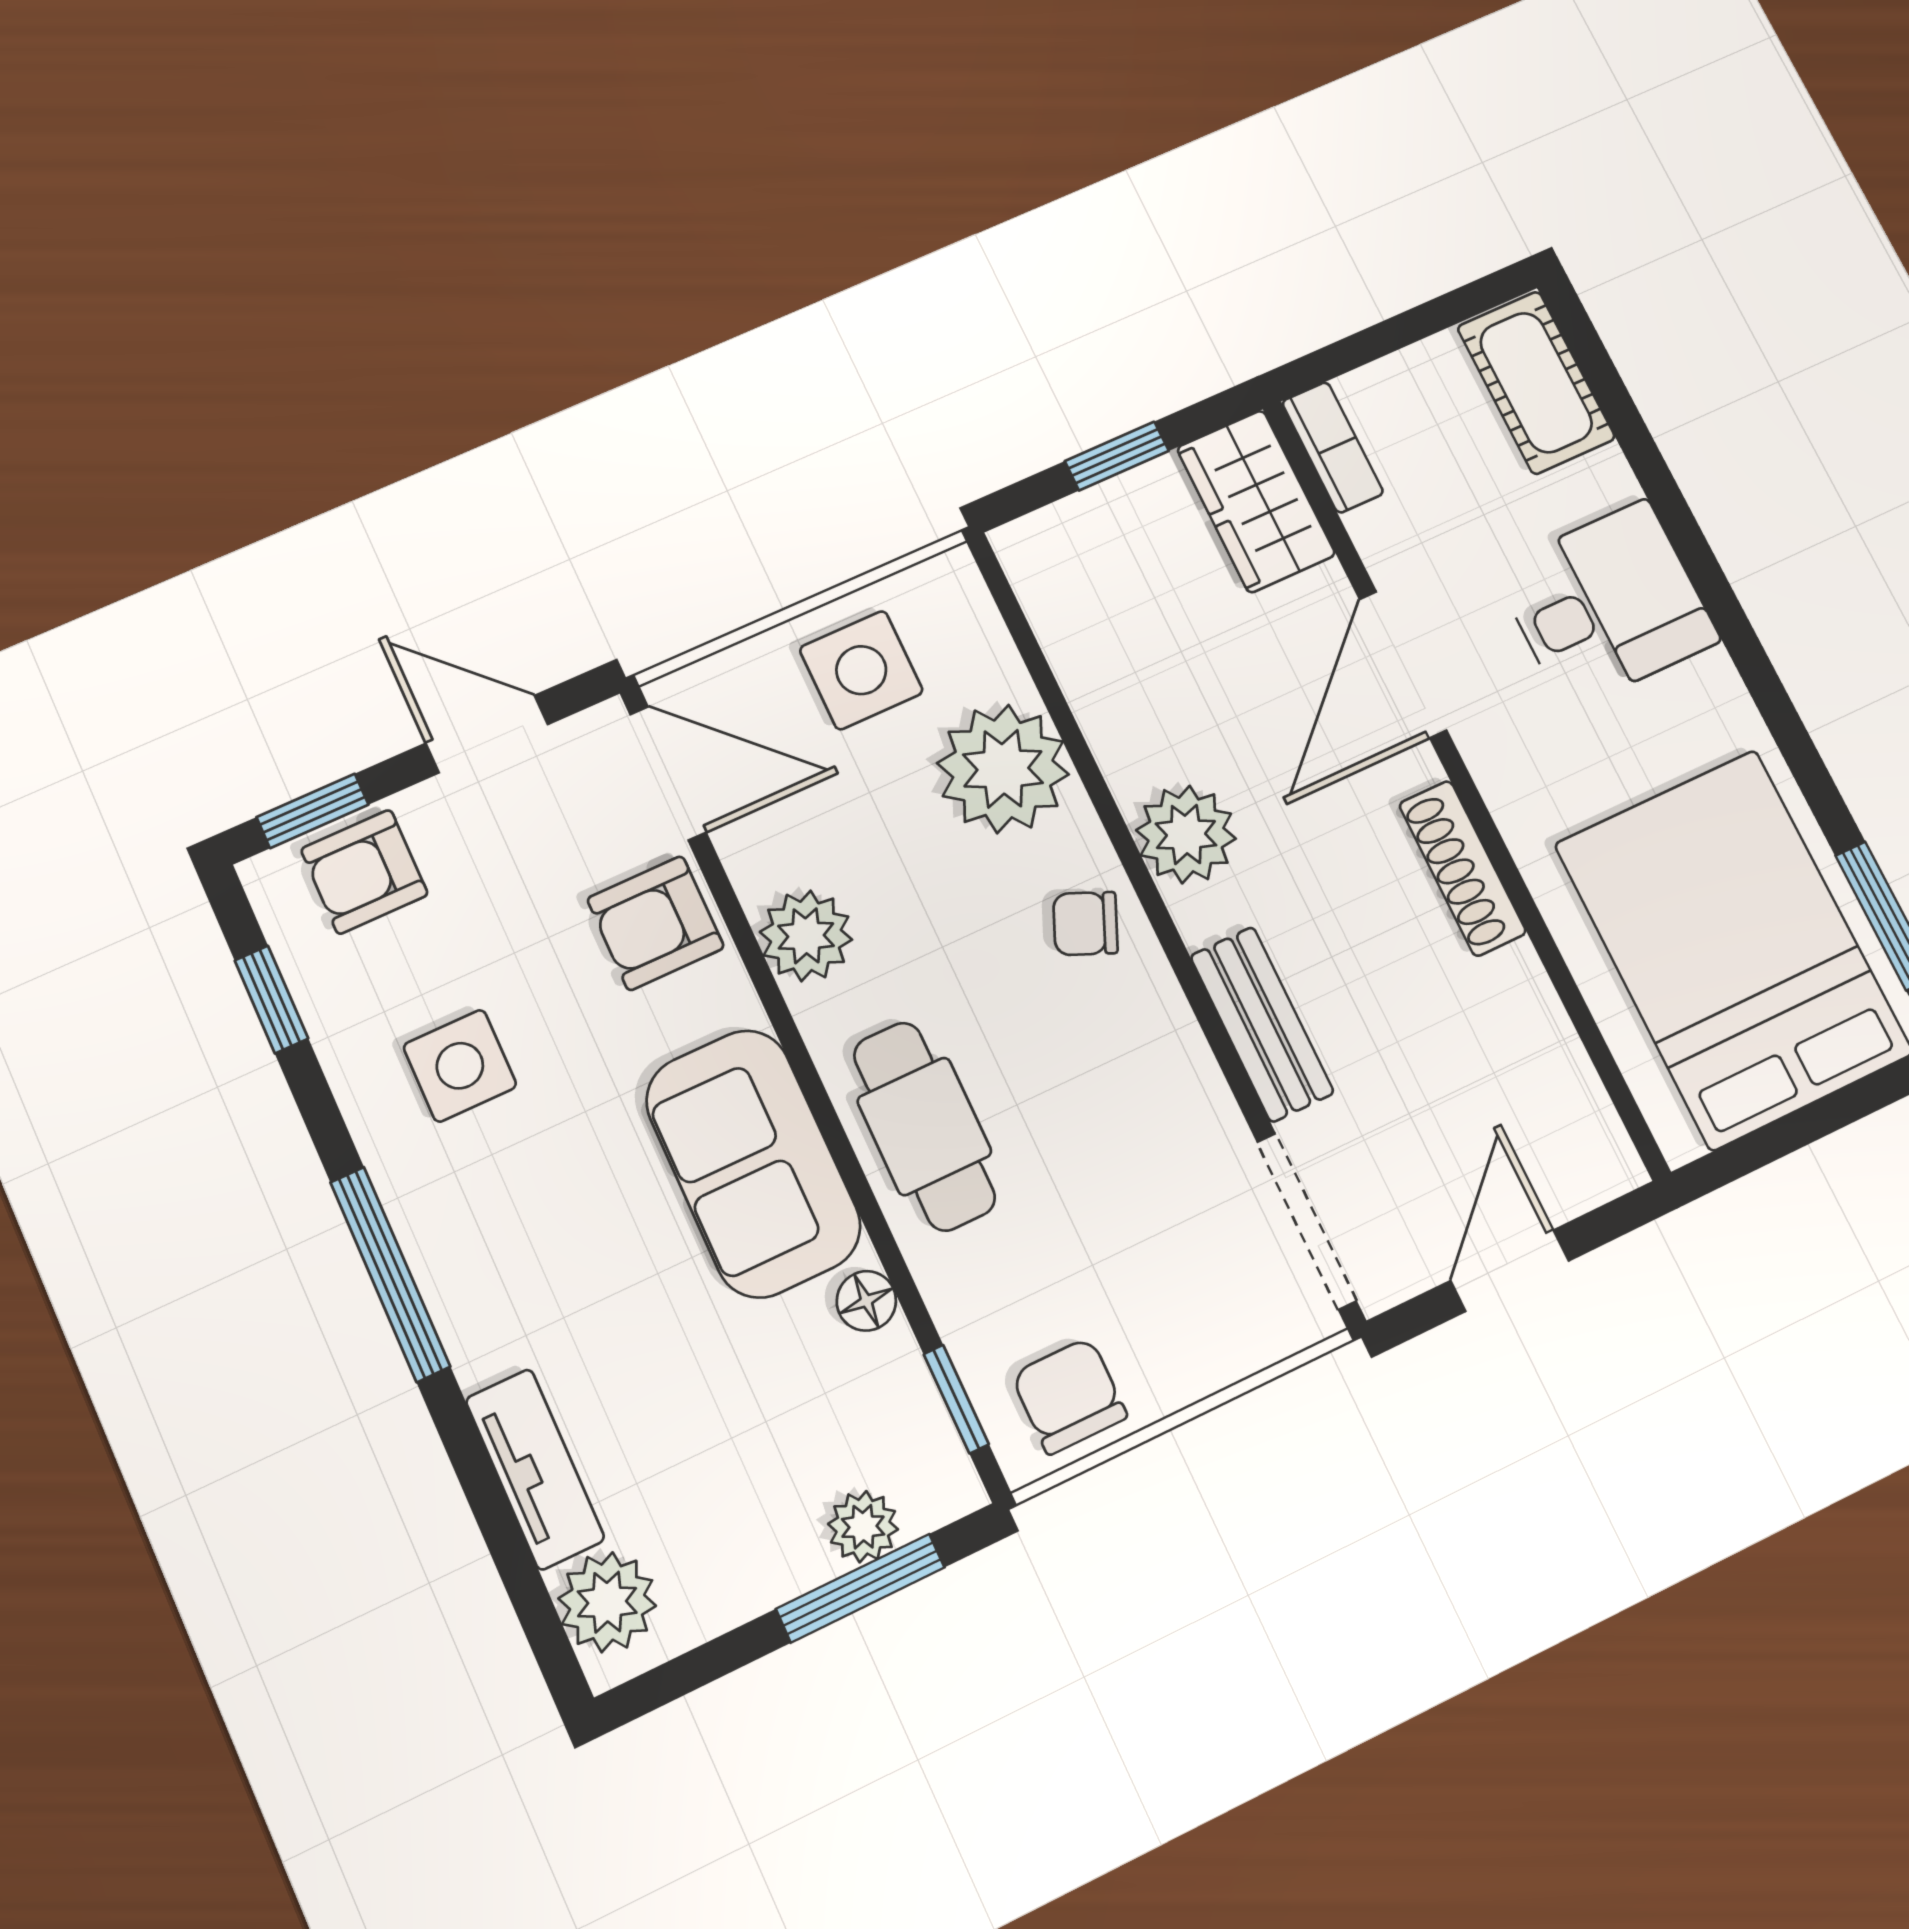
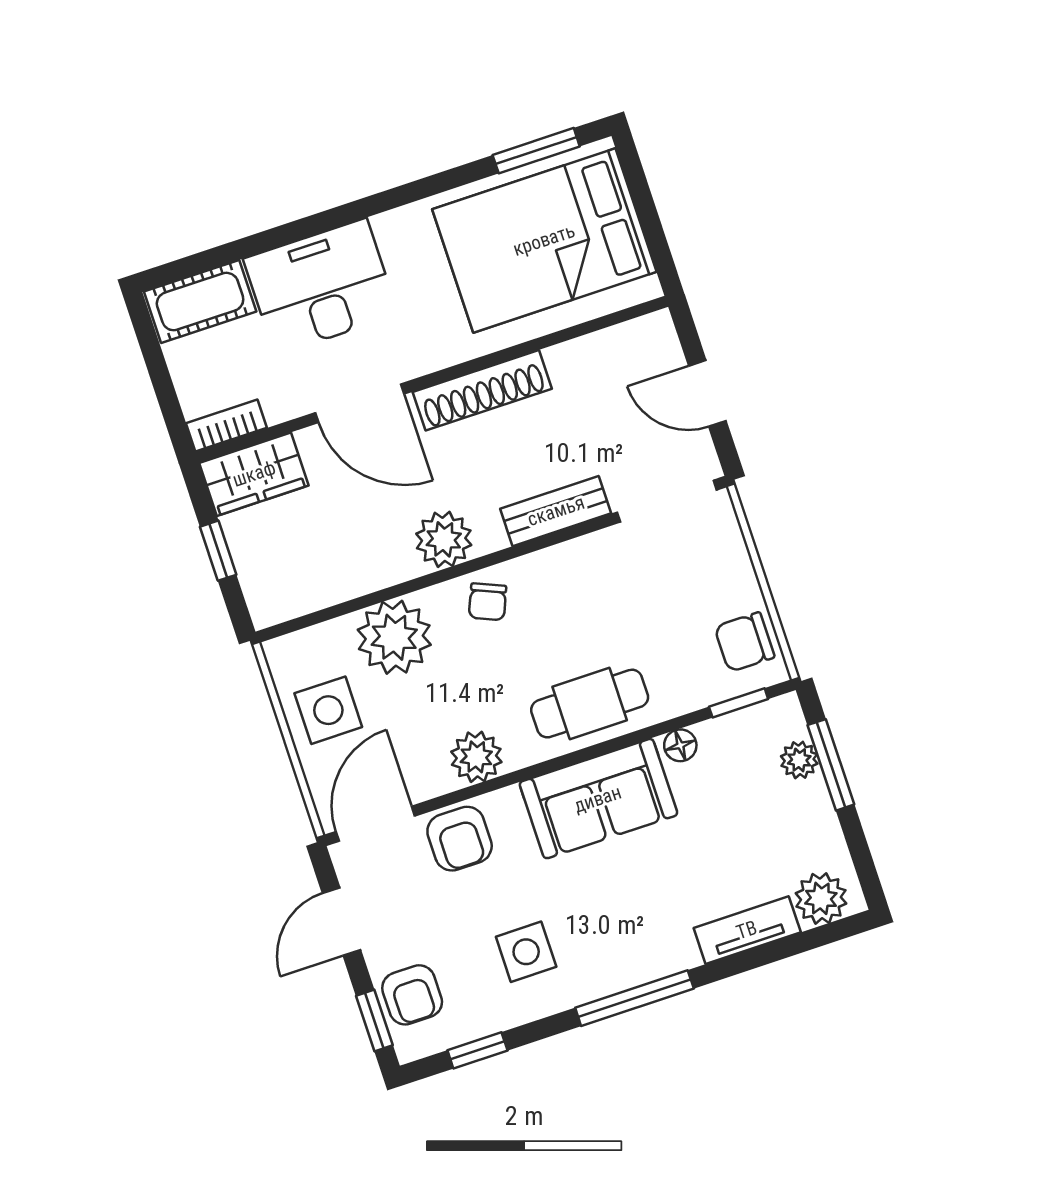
desk: (1607, 605) -> (321, 287), width x1.37
shoe rack: (1462, 868) -> (482, 390), width x1.36, depth x1.24

